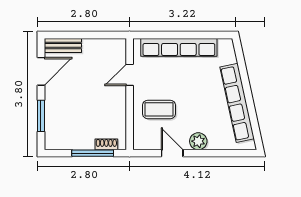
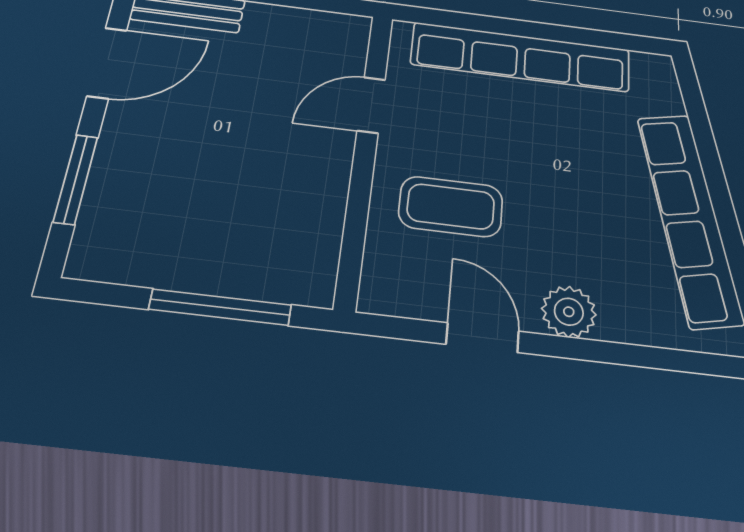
shoe rack: (106, 144) -> (270, 286), removed

